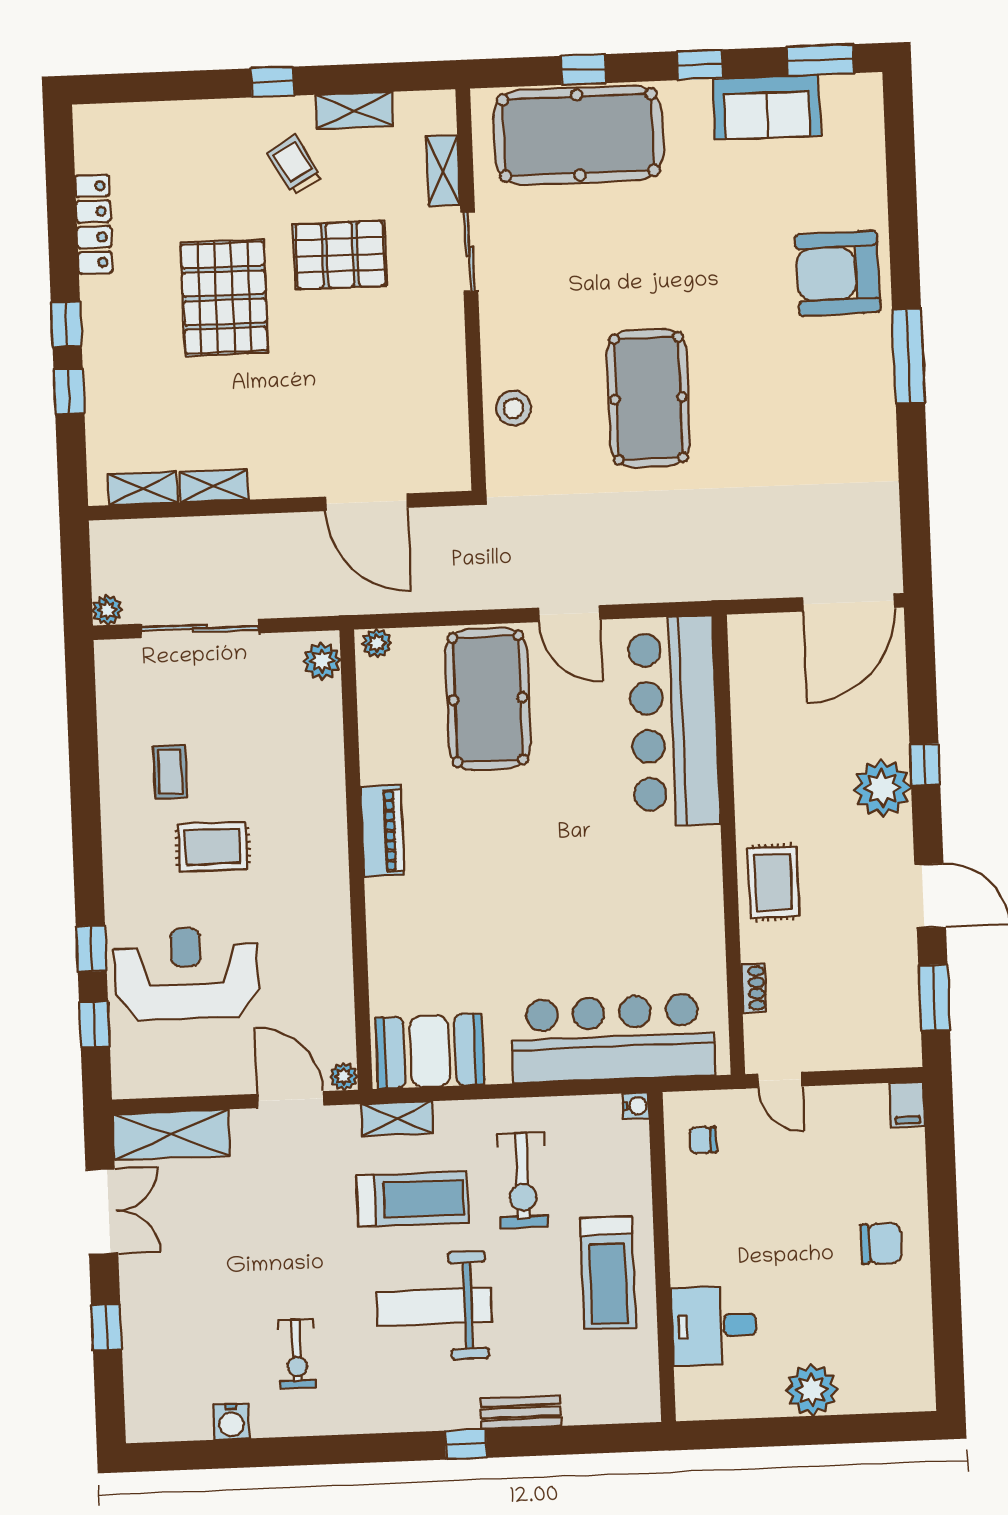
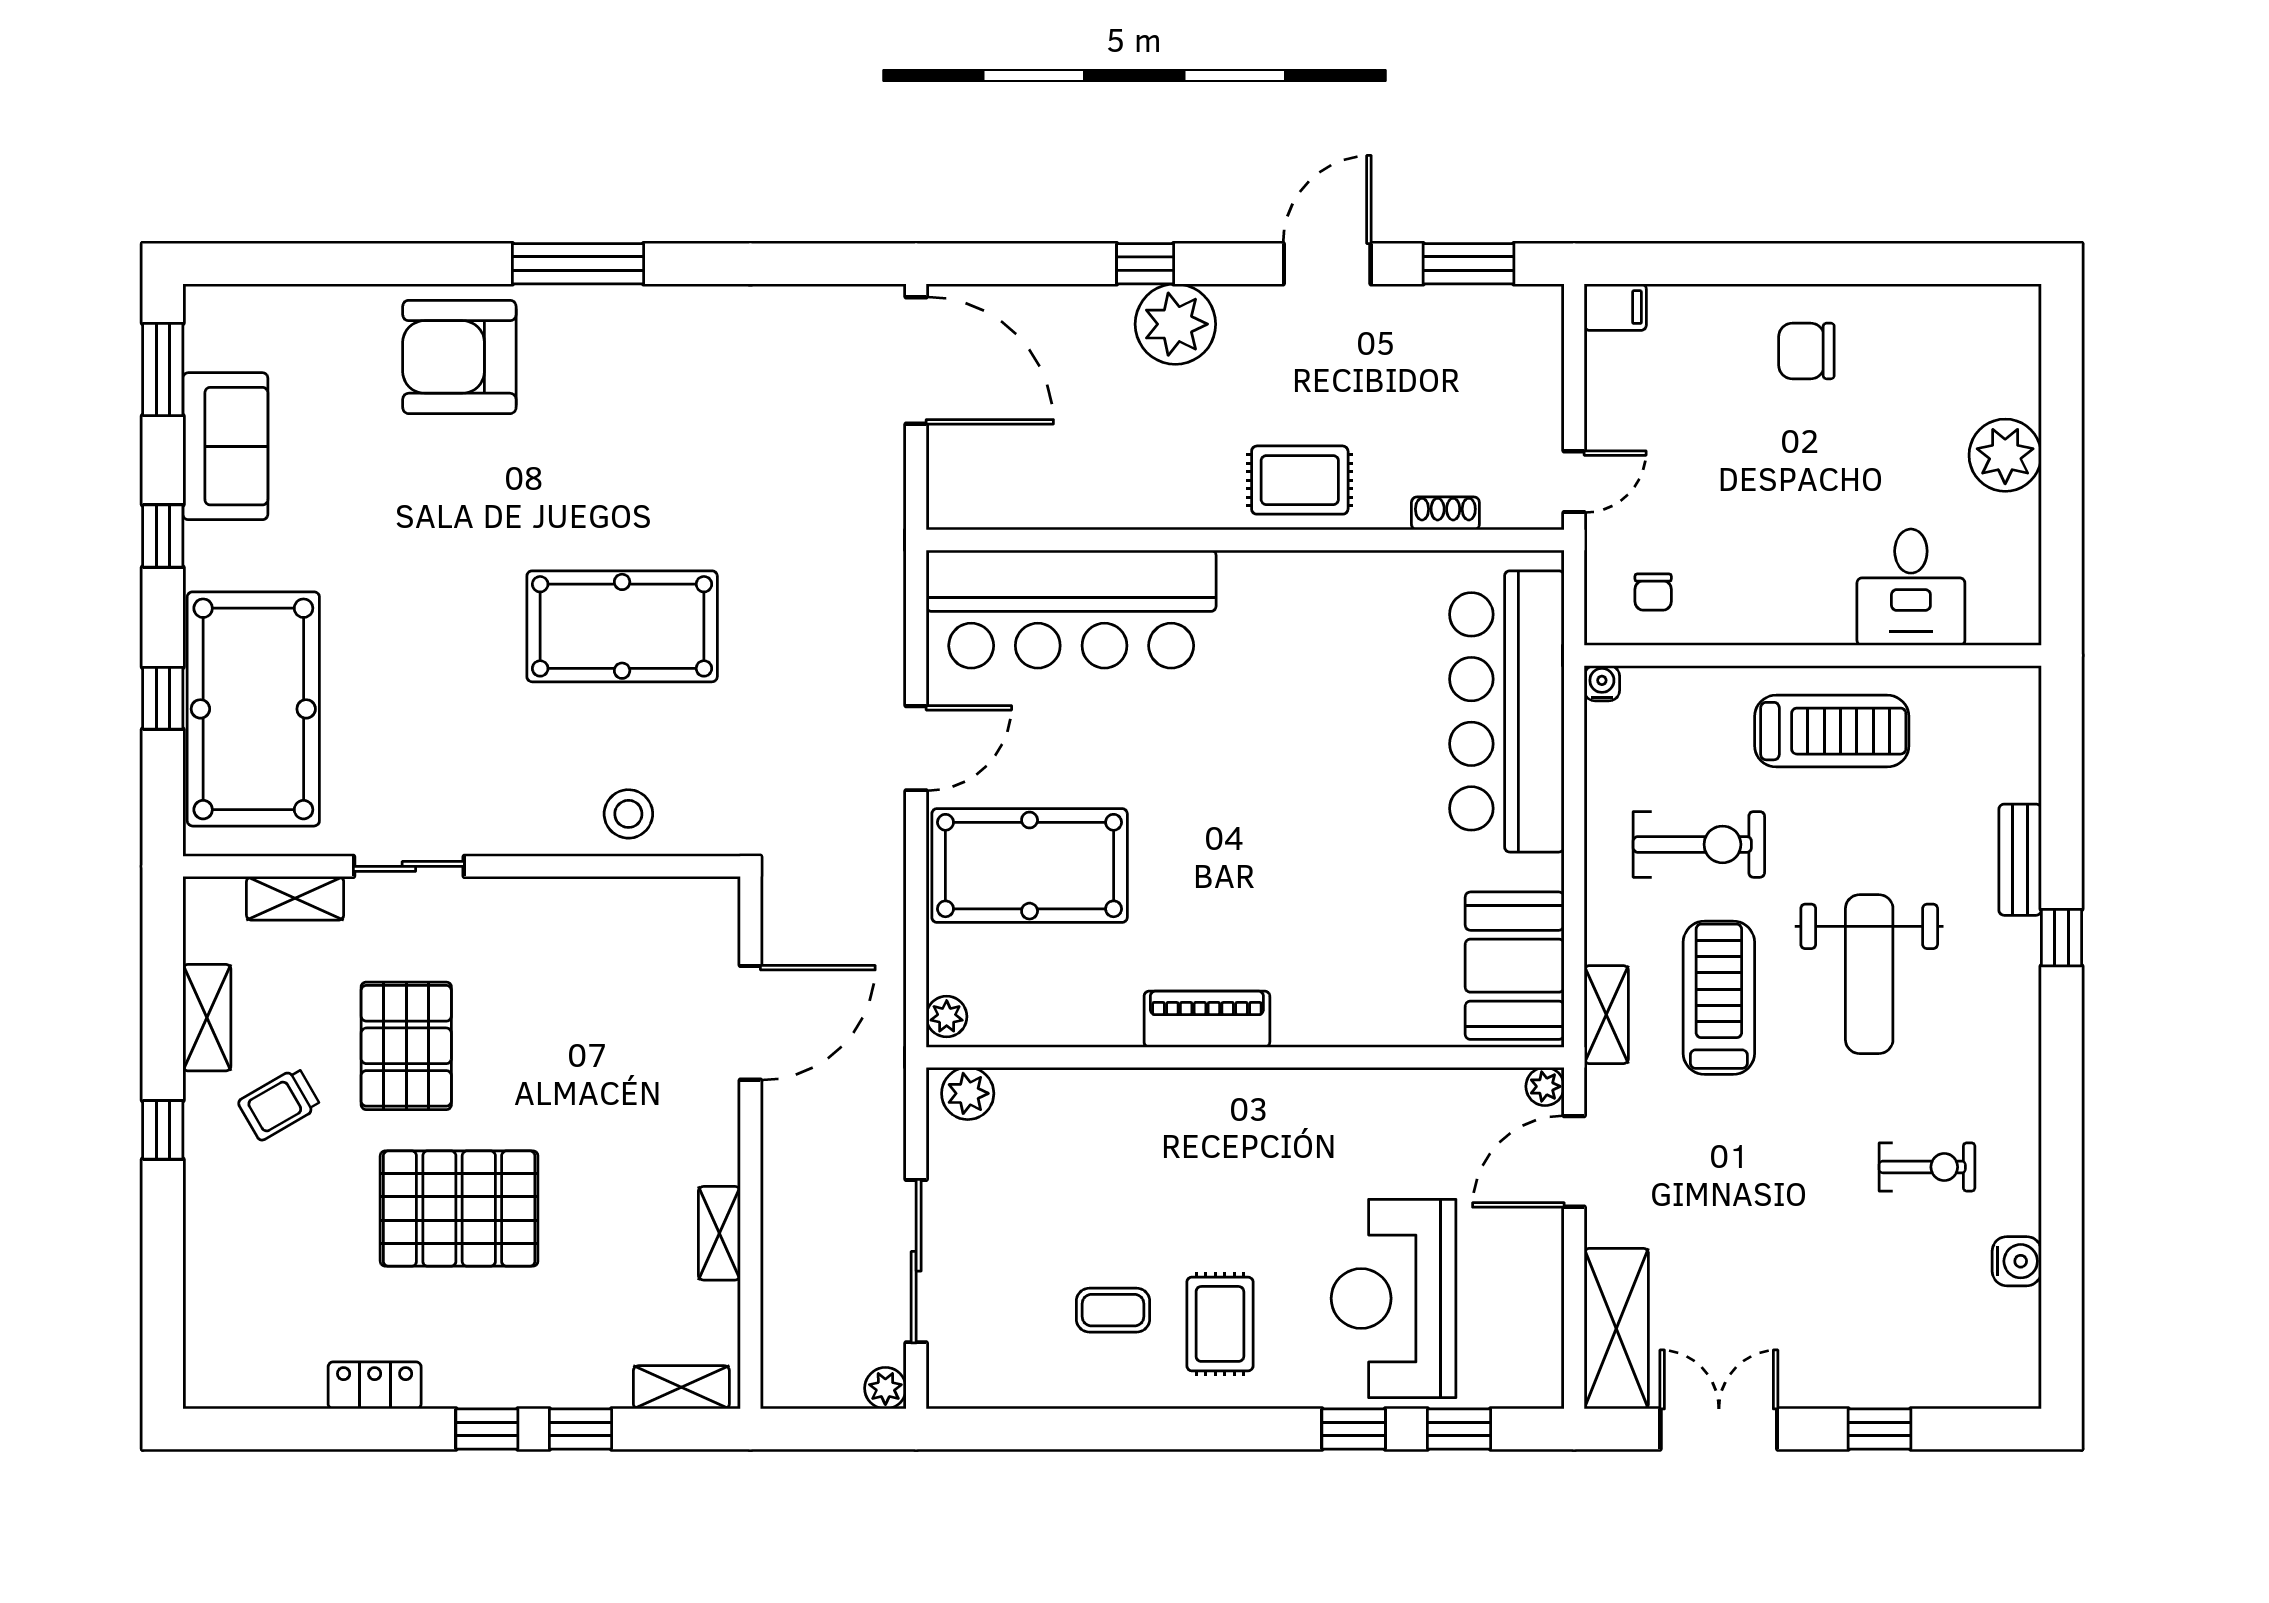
locker: (94, 224) -> (375, 1385), width x0.66
armchair: (838, 273) -> (459, 357), turned 91
shelving: (143, 488) -> (681, 1387), moved, turned 90
rug: (213, 847) -> (1220, 1324), moved
chair: (881, 1244) -> (1806, 351), turned -90

